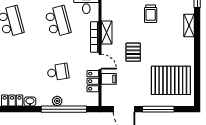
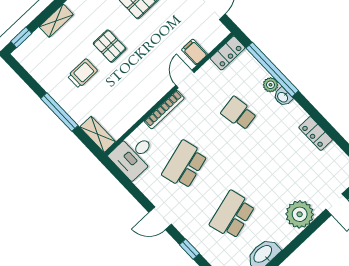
shelving: (107, 33) -> (147, 101), removed
pallet: (133, 52) -> (110, 46), moved, turned 90
locker: (93, 81) -> (228, 53), moved
washbasin: (30, 101) -> (283, 97), moved

